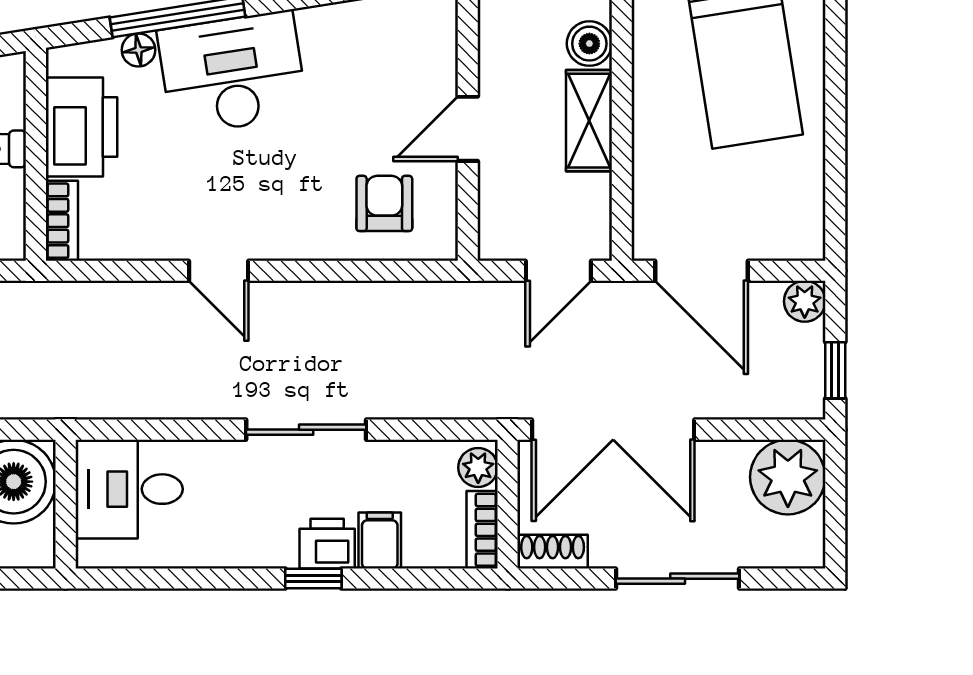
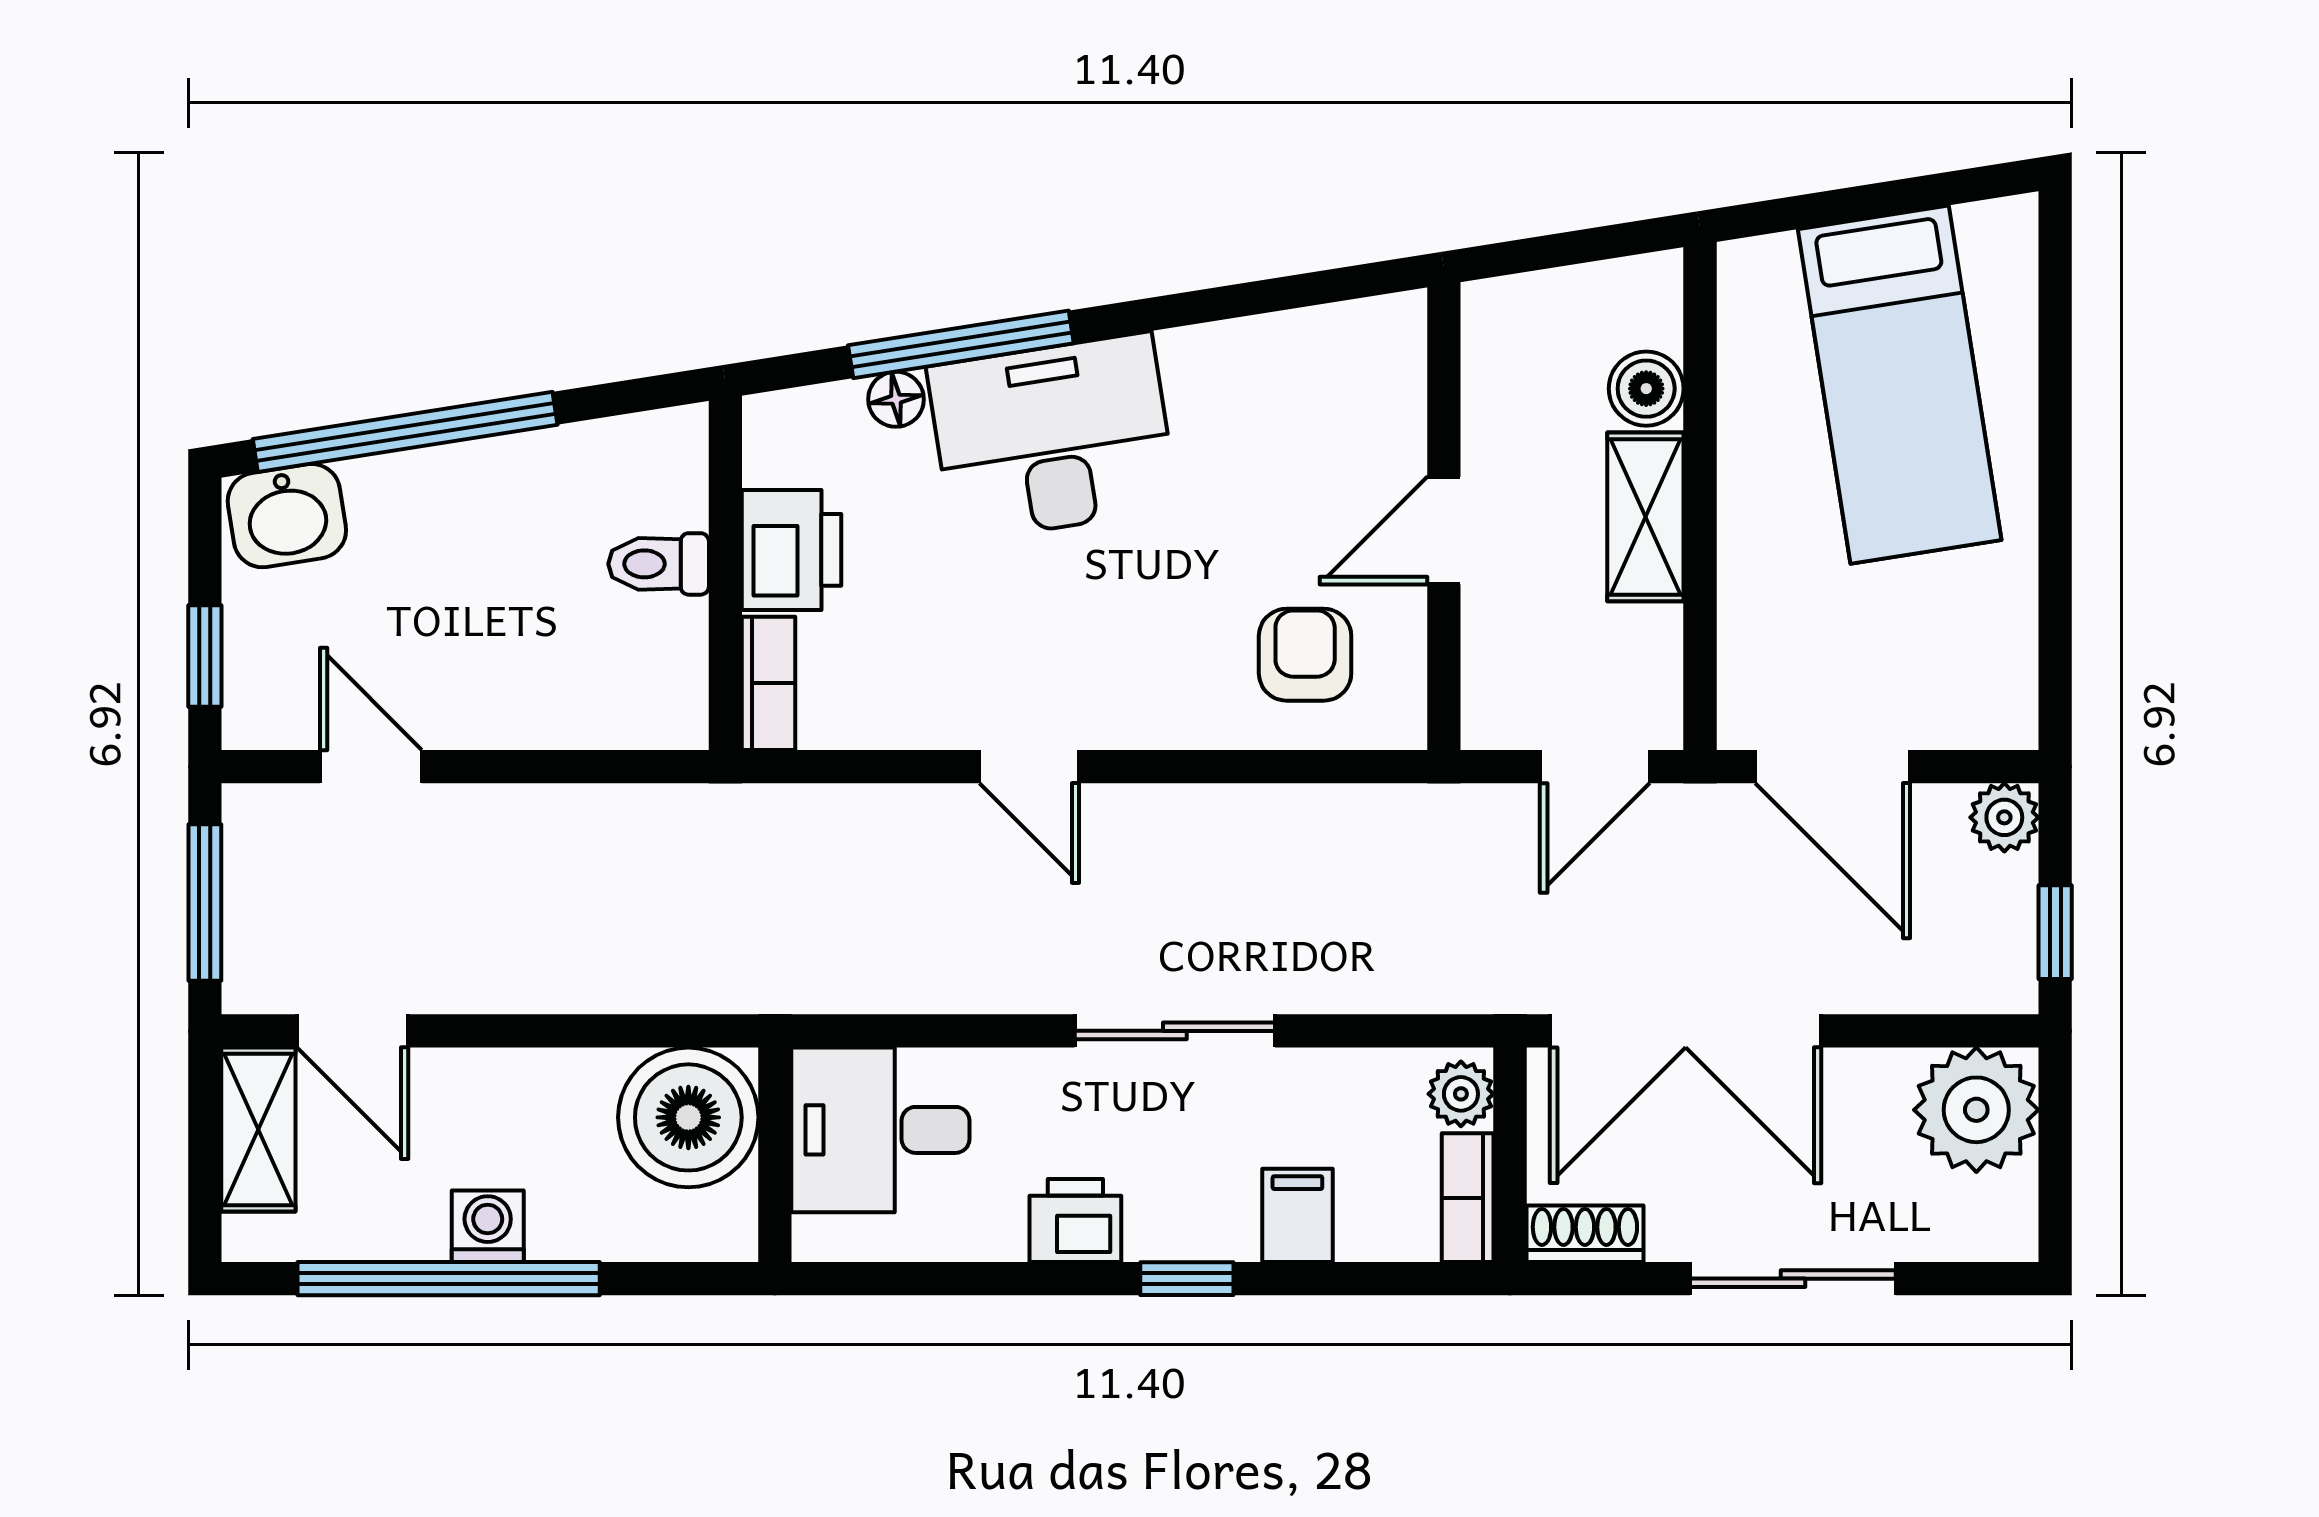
printer: (81, 127) -> (791, 550), width x0.73, depth x0.84
printer: (327, 544) -> (1075, 1221), moved

